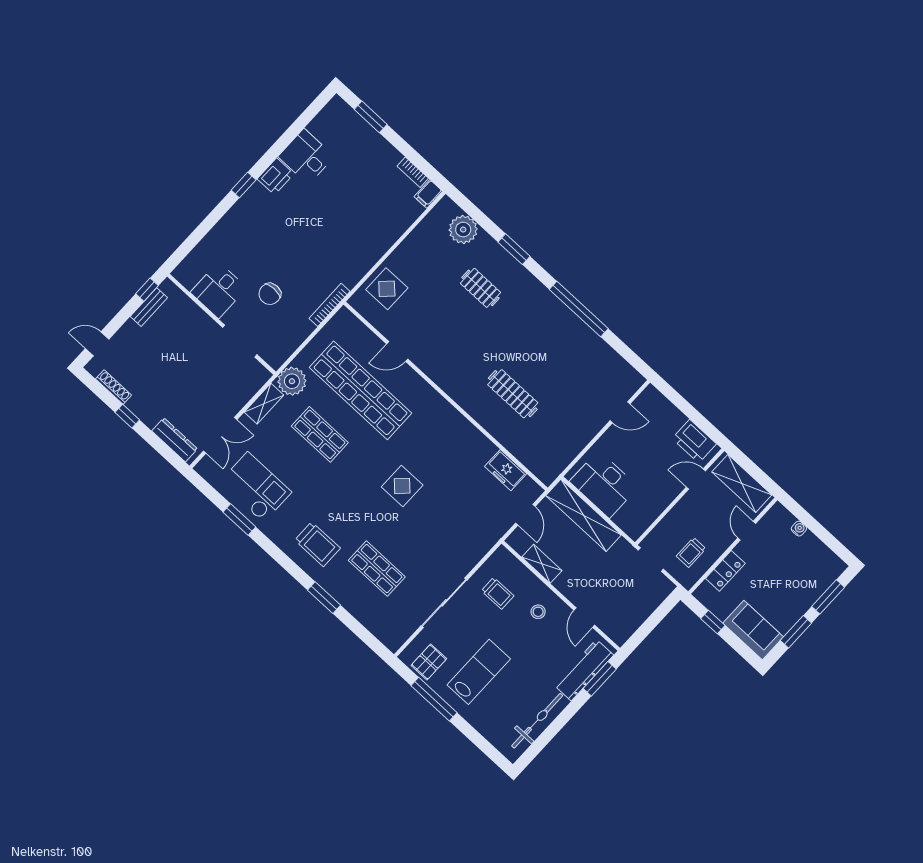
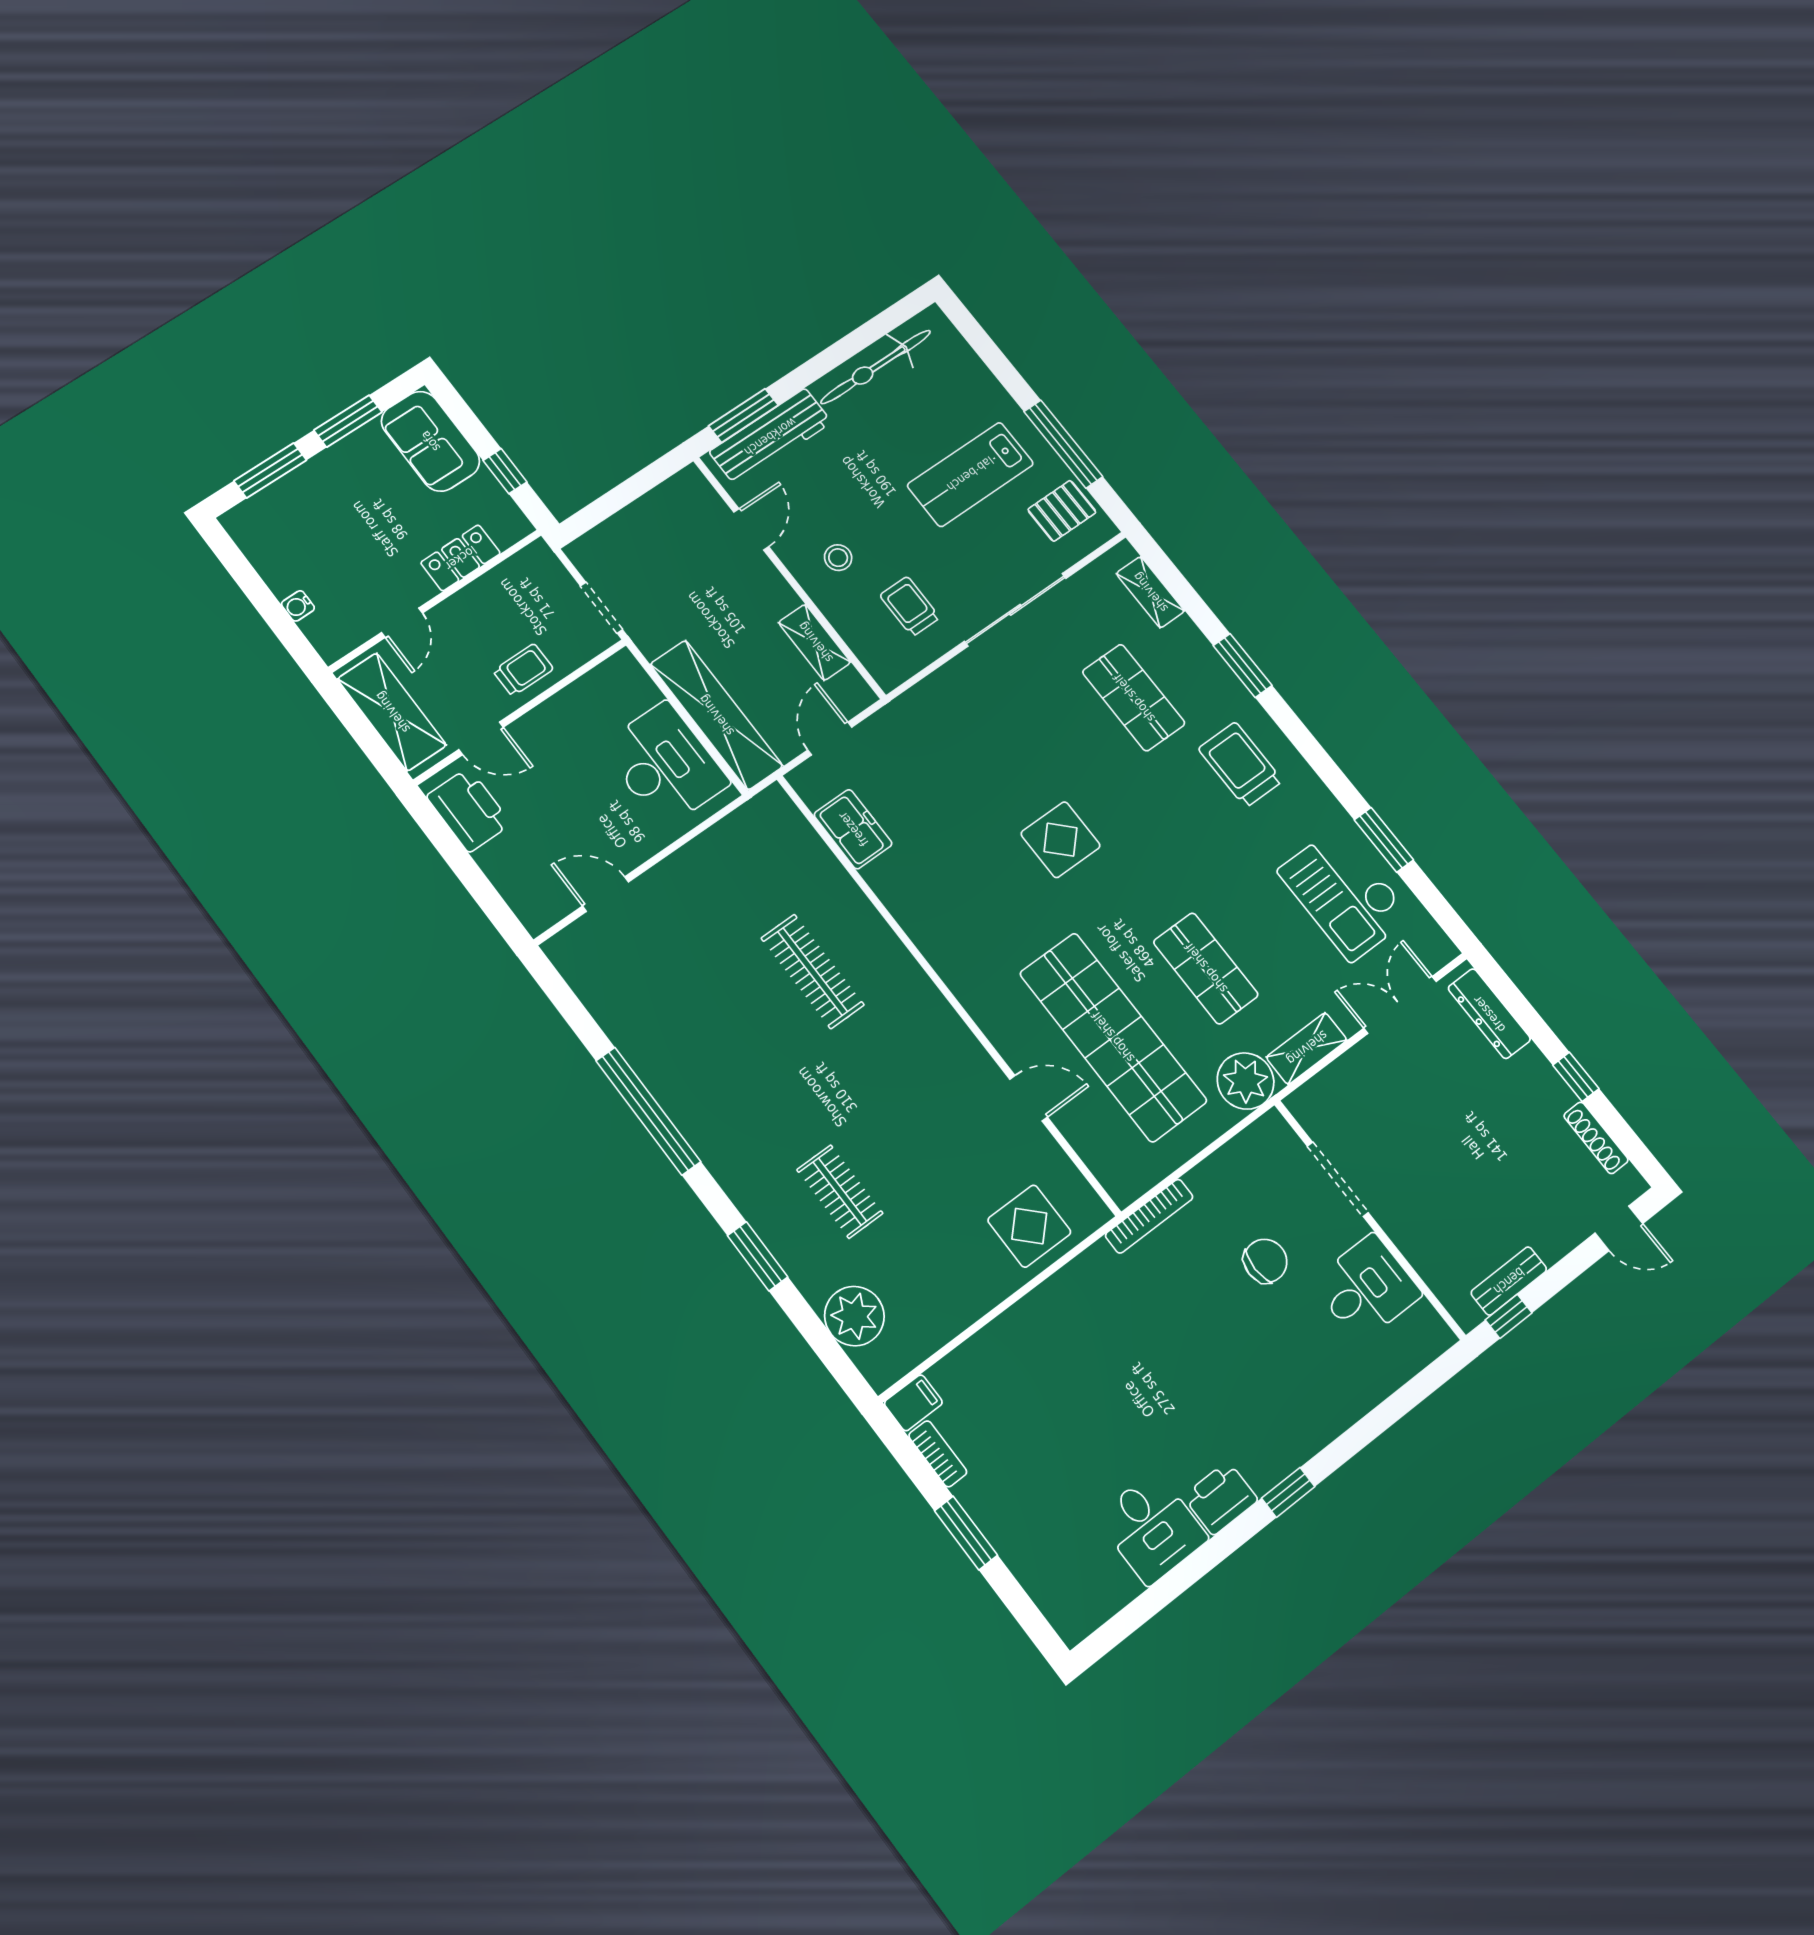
window: (371, 117) -> (966, 1533), moved
trolley: (691, 552) -> (523, 670), moved
shelving: (377, 627) -> (1150, 592), added

